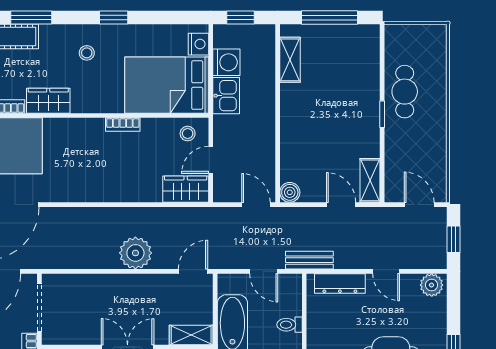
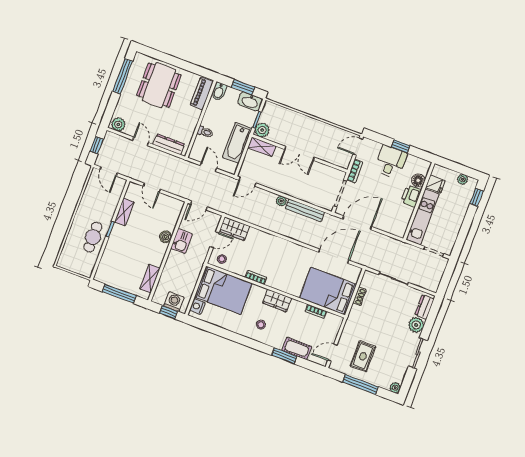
window: (114, 18) -> (239, 339), removed
washing machine: (226, 62) -> (174, 302), moved, turned 90
kitchen sink: (226, 96) -> (181, 241), moved, turned 180
wardrobe: (48, 101) -> (277, 301), moved
shelving: (370, 180) -> (124, 212), moved
boiler: (290, 192) -> (166, 237), moved
door: (256, 205) -> (199, 205), hinge flipped
plant: (135, 253) -> (281, 201), width x0.53, depth x0.53
bench: (309, 260) -> (305, 210), moved, width x1.36

